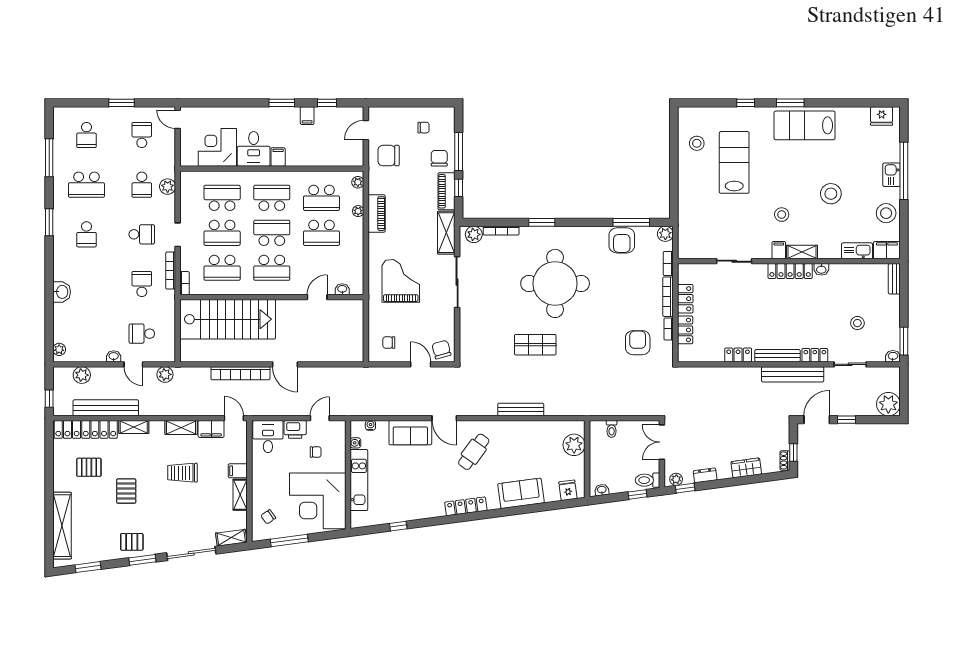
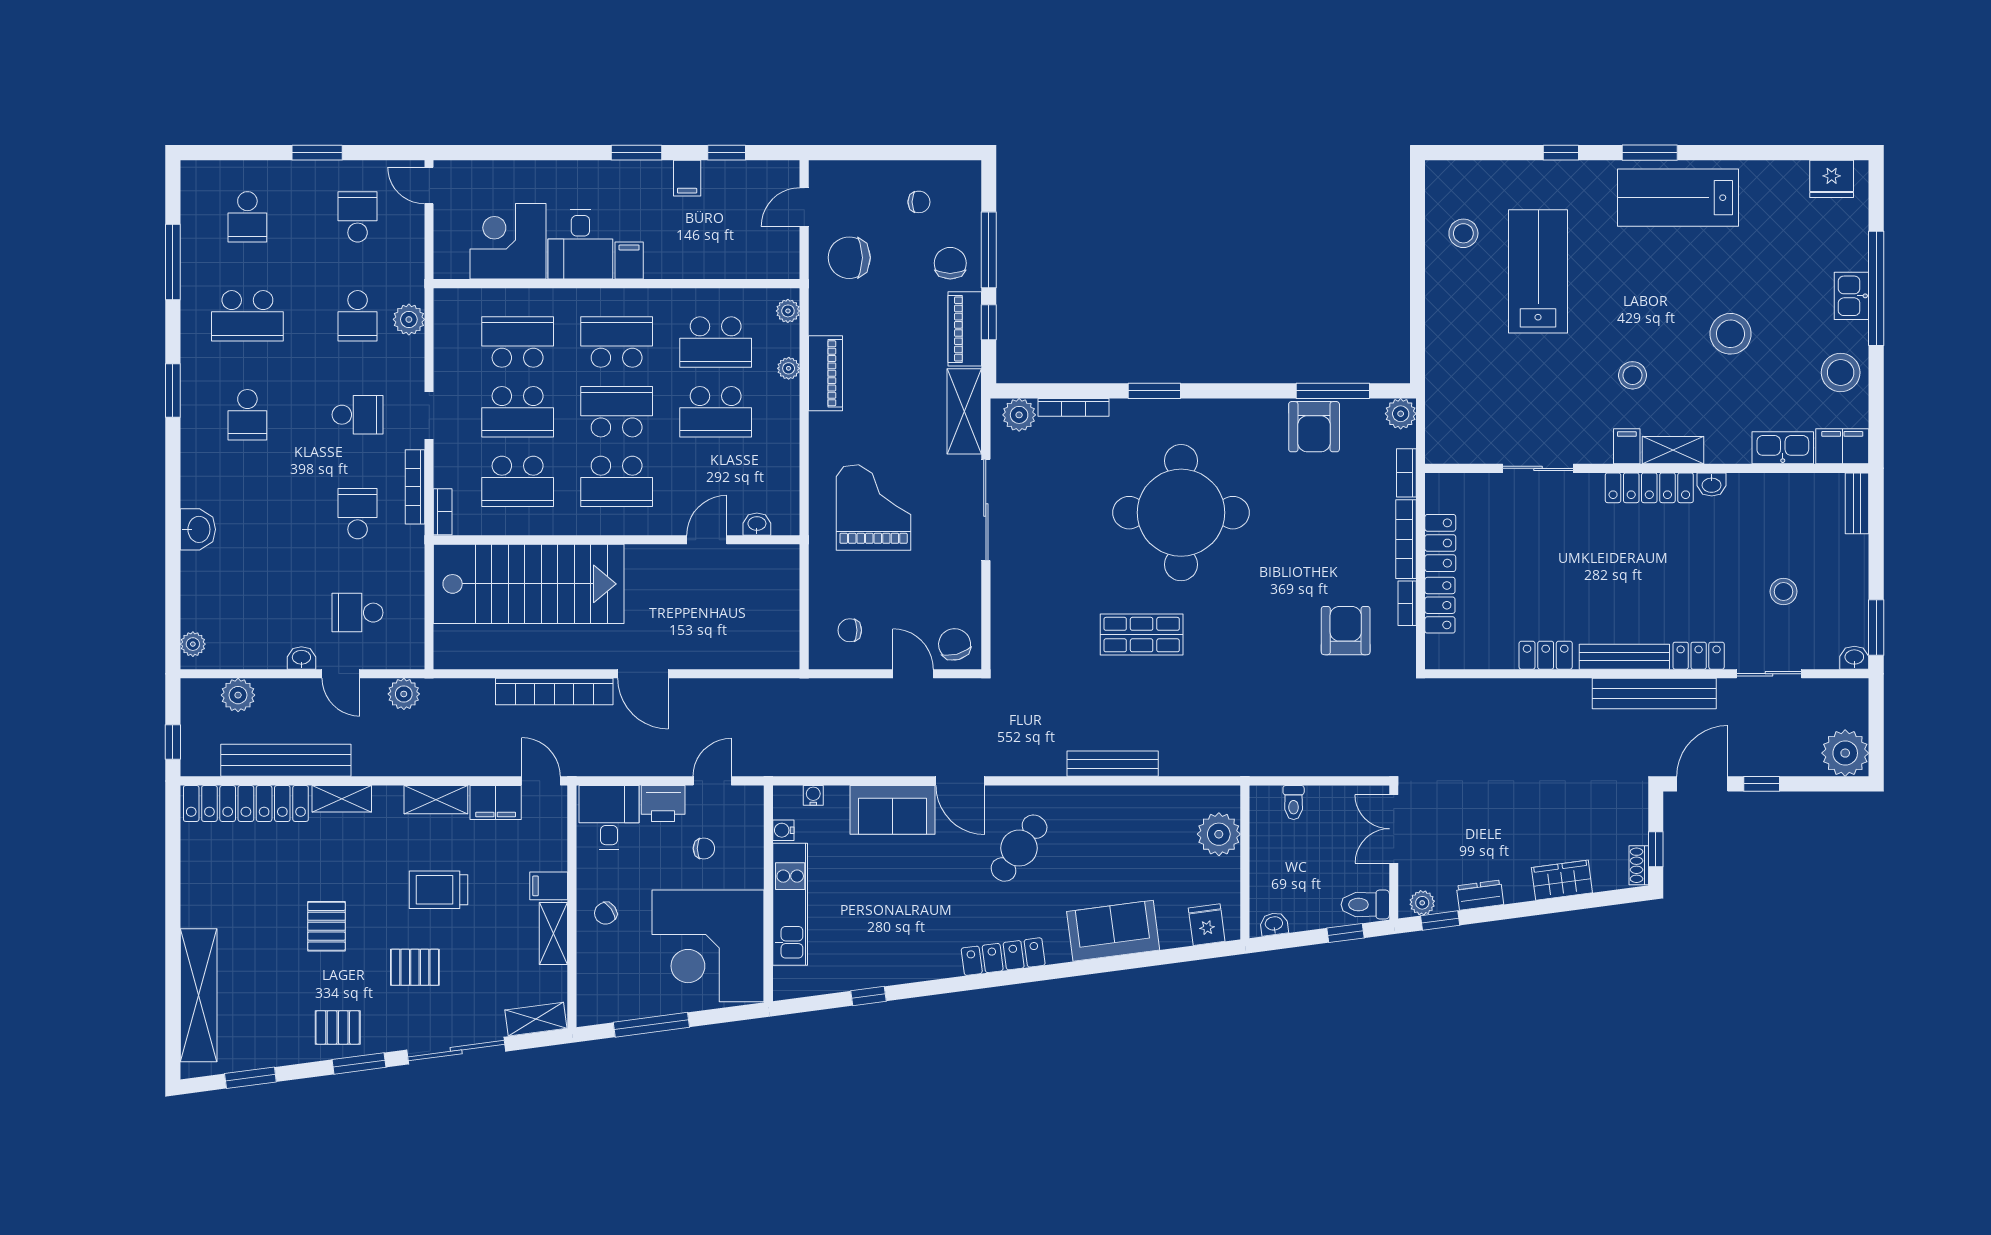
pallet: (89, 467) -> (415, 967), moved
chair: (268, 517) -> (606, 913), moved

